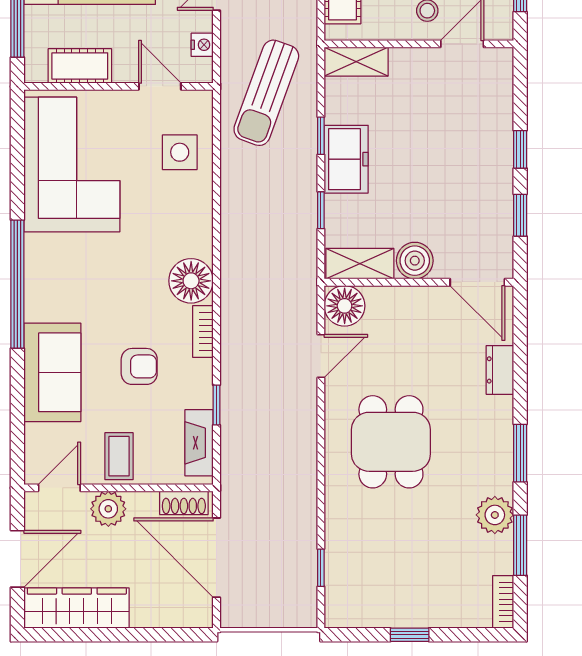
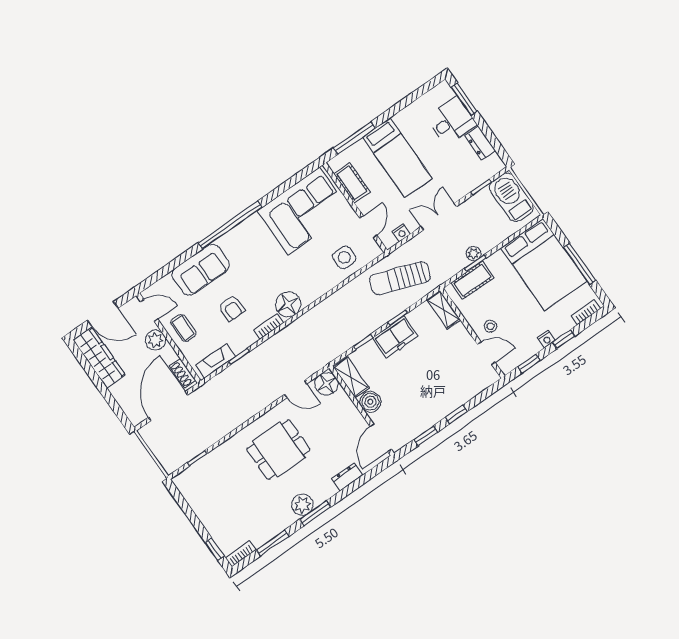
coffee table: (119, 456) -> (183, 328), turned 90
plant: (495, 515) -> (302, 505), moved
window: (410, 635) -> (215, 549), moved

